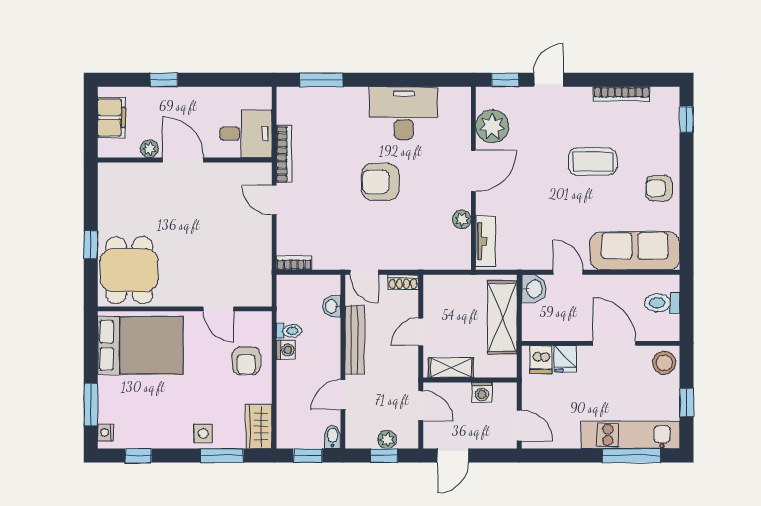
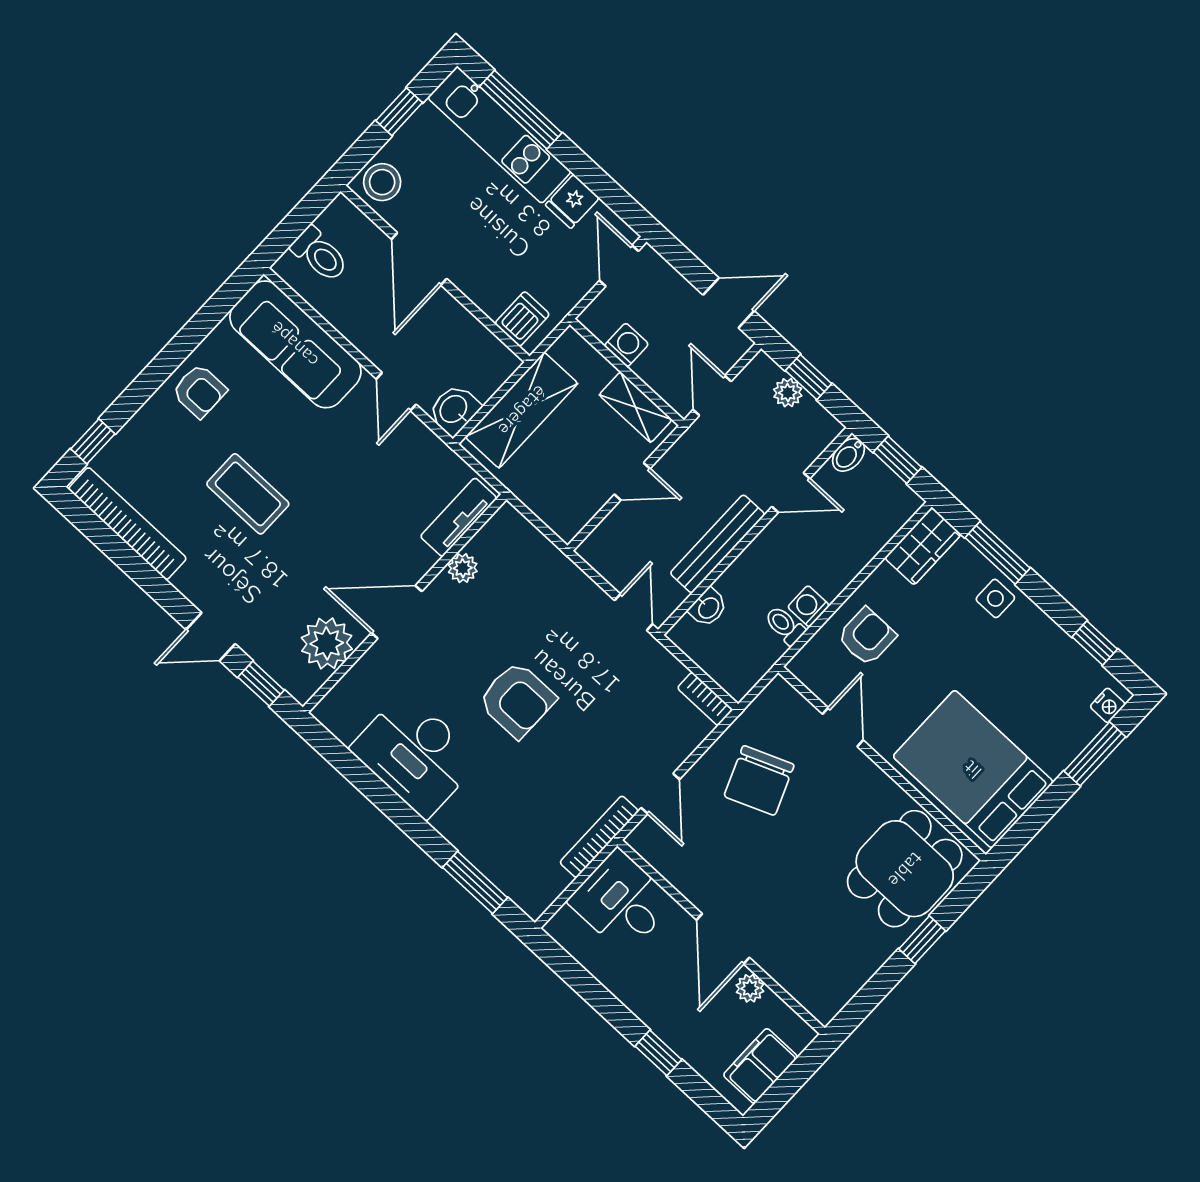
bookcase: (622, 94) -> (127, 524), width x1.48, depth x1.31
chair: (234, 248) -> (759, 781), added
shoe rack: (403, 282) -> (599, 559), removed
fridge: (565, 359) -> (572, 201), moved, turned 180

